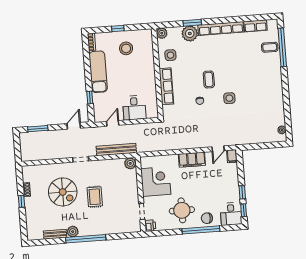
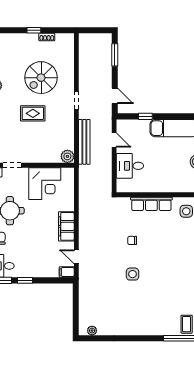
coffee table: (209, 79) -> (155, 252), removed

